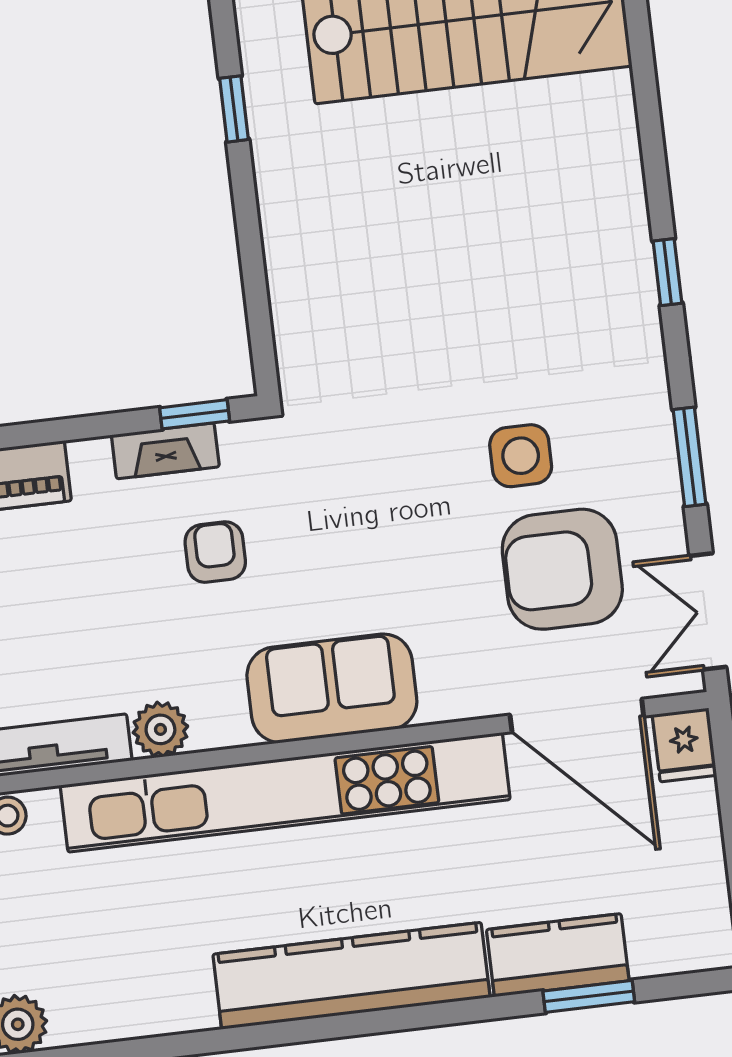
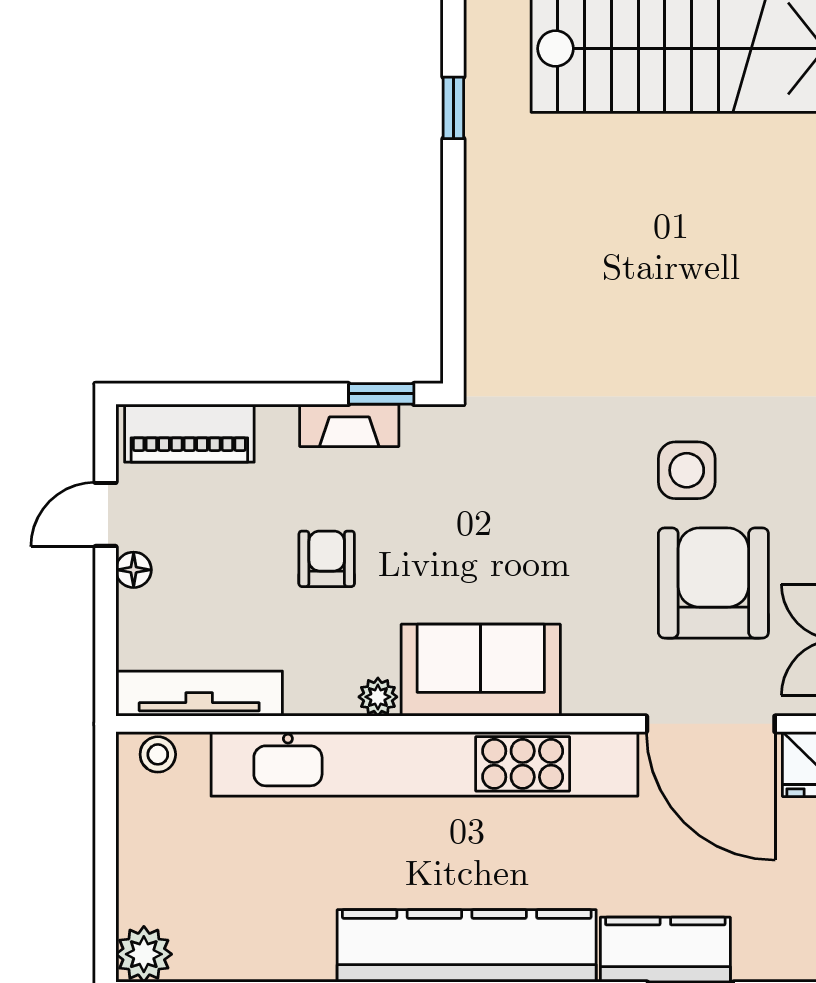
armchair: (215, 552) -> (327, 559), moved
armchair: (562, 569) -> (713, 583), turned 90
plant: (160, 729) -> (378, 697), moved, width x0.73, depth x0.73

